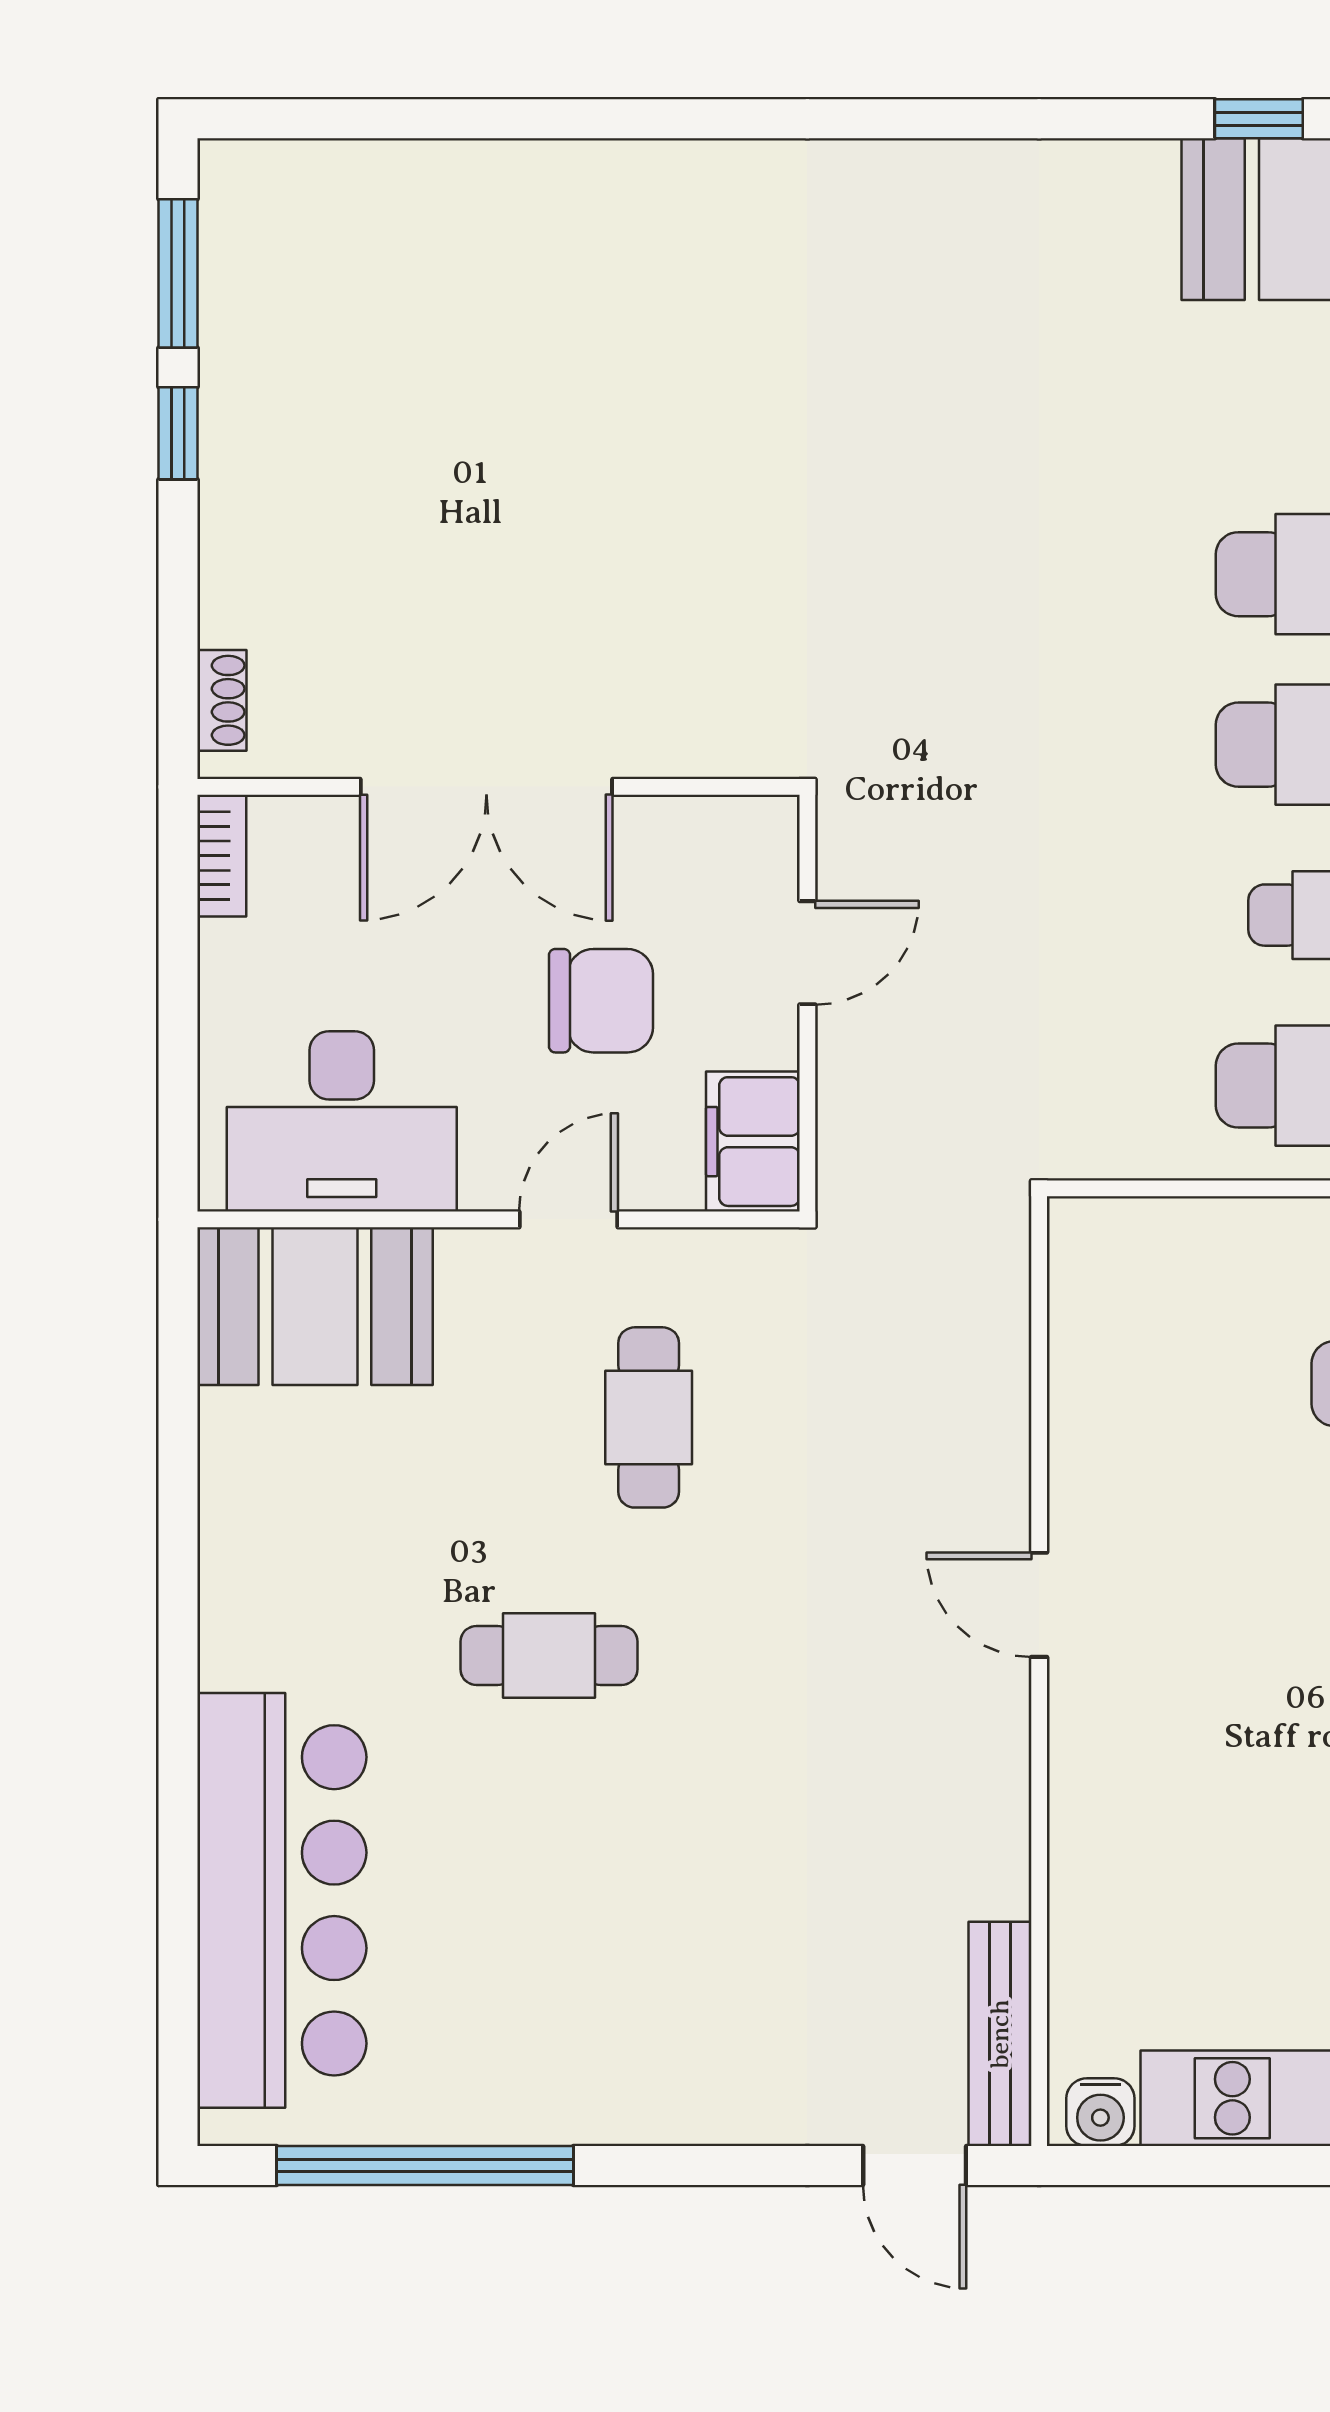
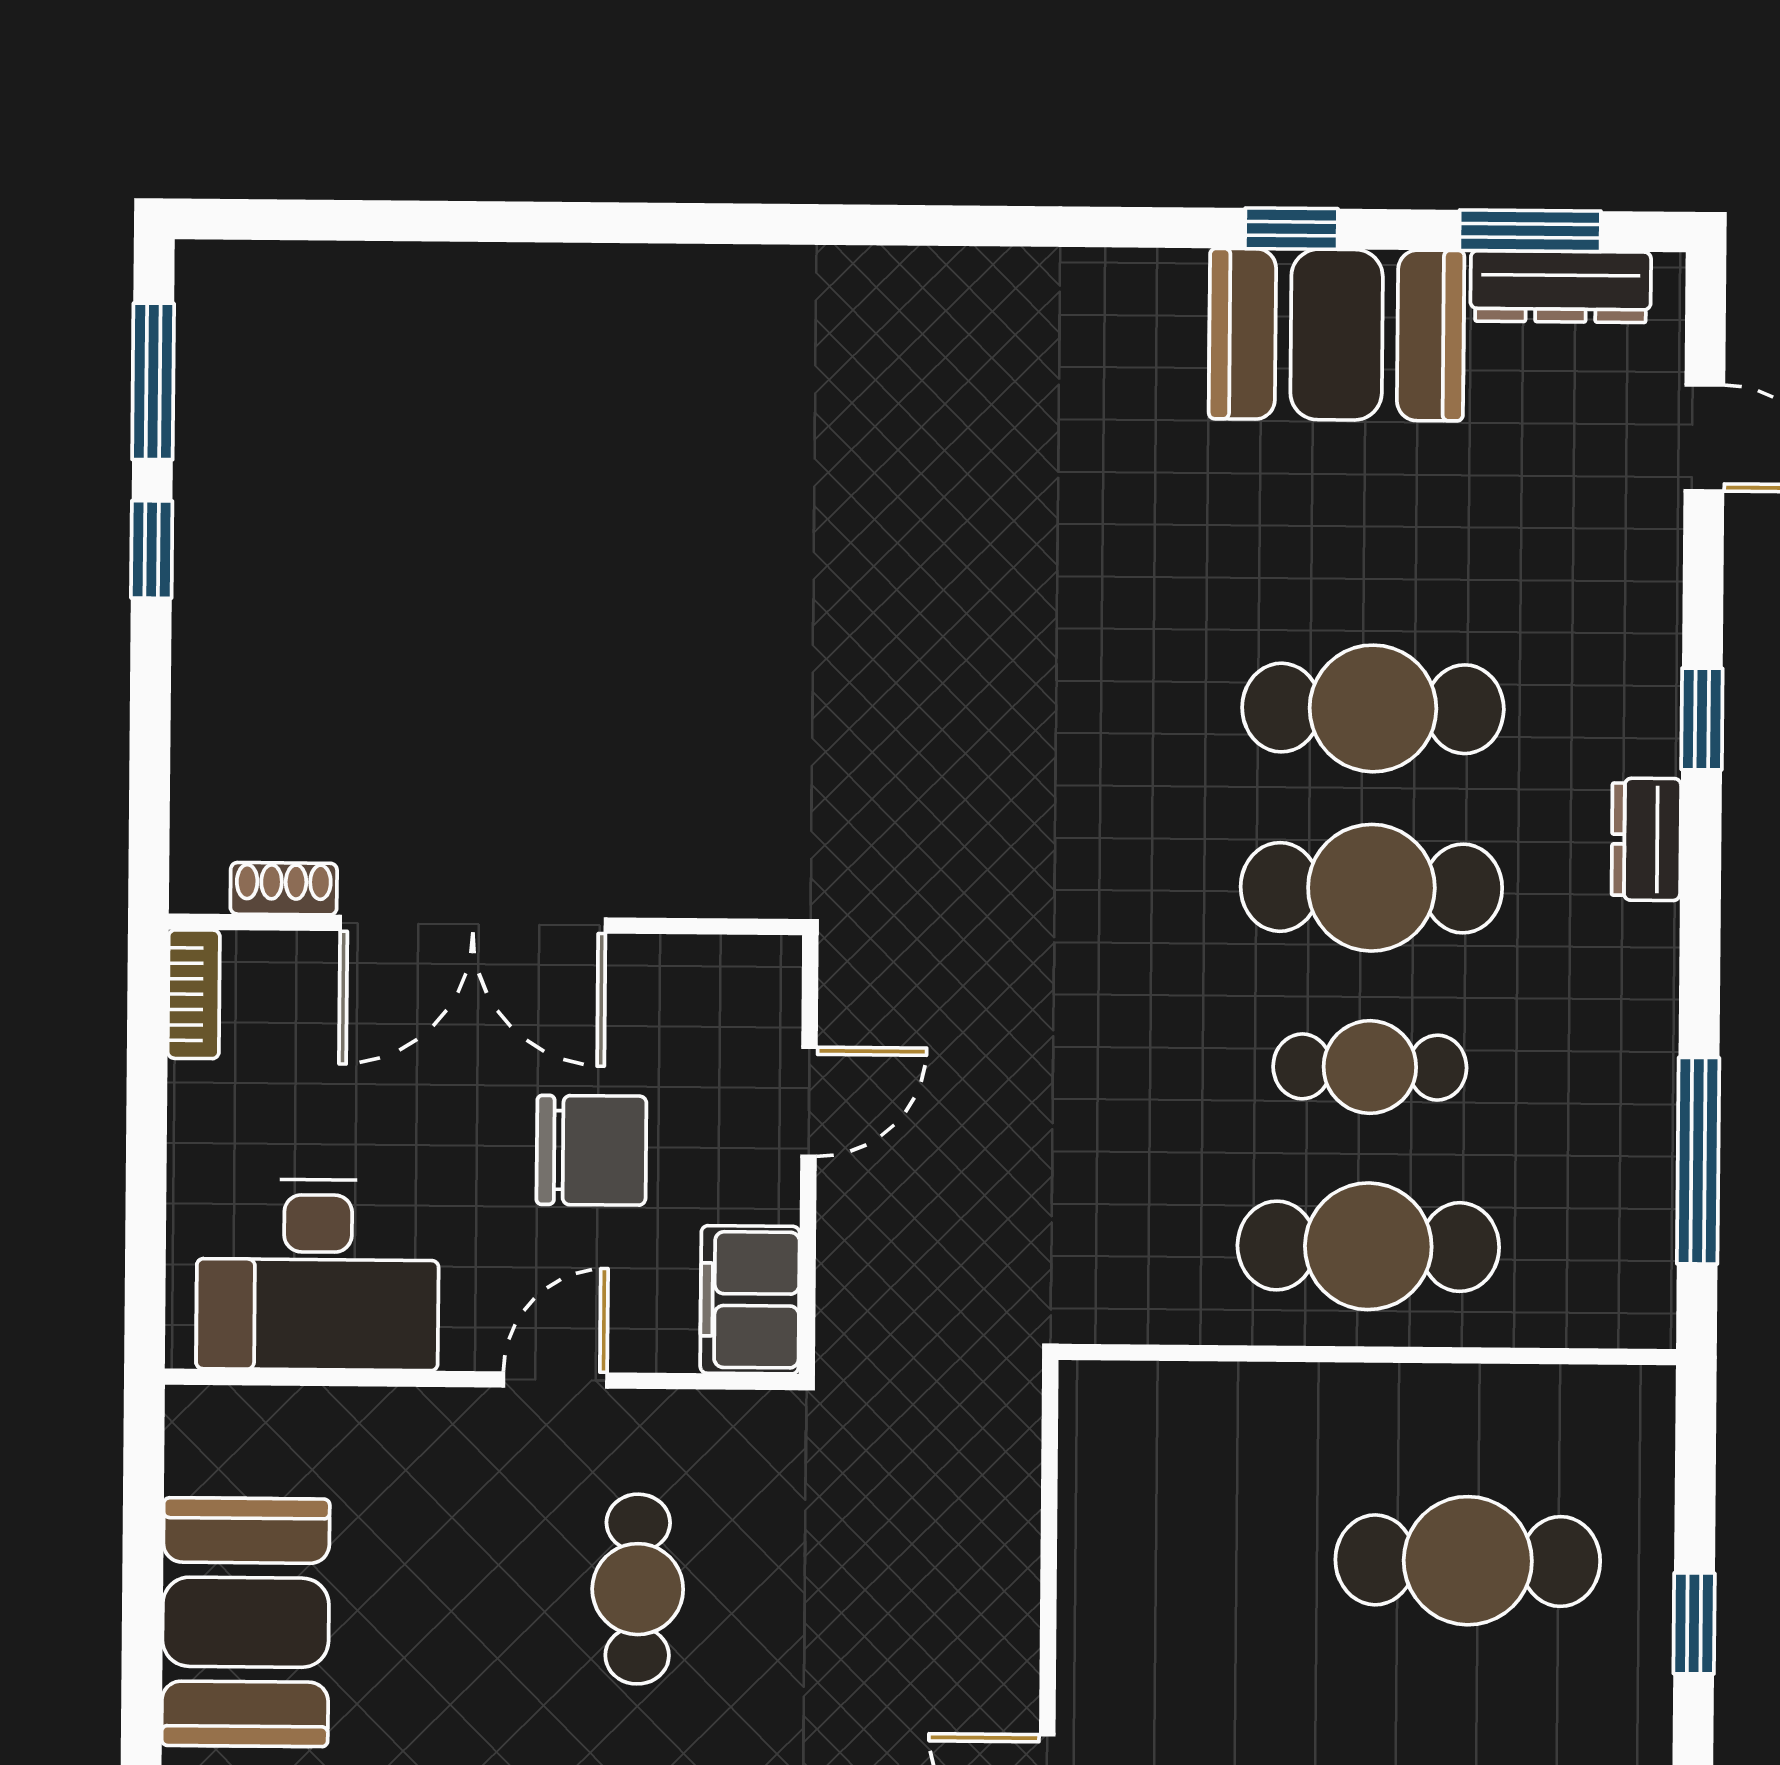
shoe rack: (222, 700) -> (284, 889), moved, turned -90
booth: (315, 1306) -> (246, 1622), moved, turned 90

